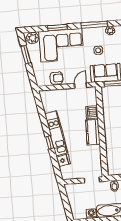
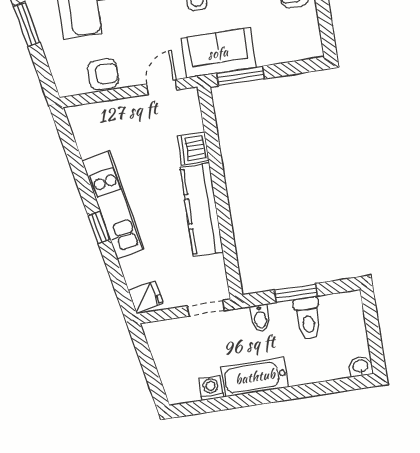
kitchen counter: (93, 132) -> (202, 210), width x1.50
fridge: (63, 160) -> (146, 297), moved

